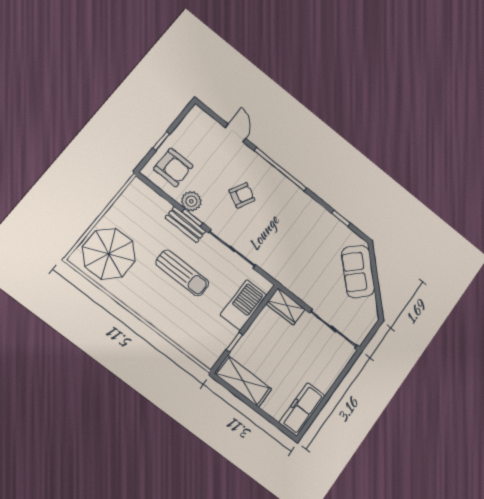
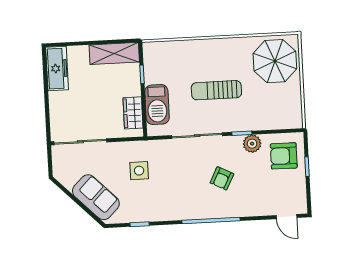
door: (236, 133) -> (286, 217), moved
bench: (186, 224) -> (242, 125), removed
side table: (305, 262) -> (139, 171), added
wardrobe: (286, 306) -> (133, 113), moved, turned -90

